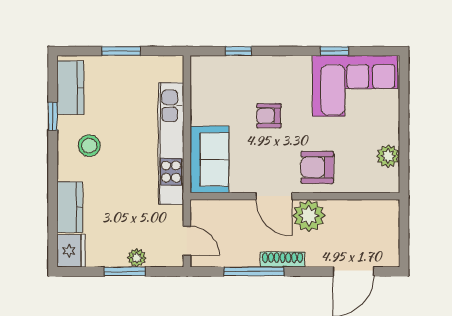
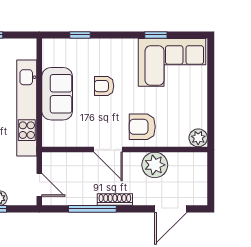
plant: (388, 156) -> (198, 138), moved
sofa: (209, 160) -> (57, 94), moved
plant: (309, 216) -> (155, 165), moved

